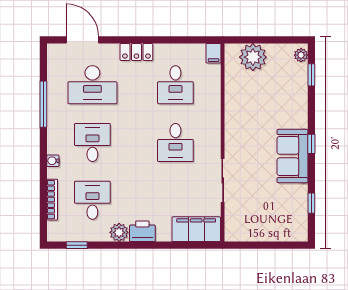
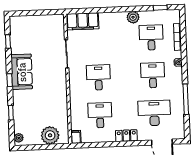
window: (311, 75) -> (11, 113), moved
desk: (92, 143) -> (153, 75), turned 180
desk: (92, 200) -> (151, 37), turned 180
printer: (142, 231) -> (118, 19), removed

